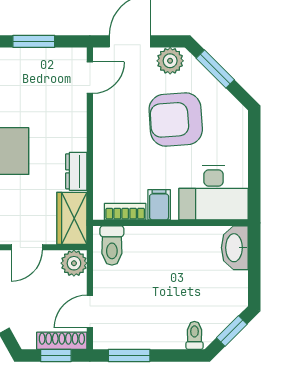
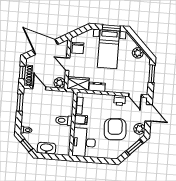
printer: (105, 114) -> (120, 100), added
toilet: (112, 245) -> (64, 120), moved
washbasin: (235, 248) -> (47, 148), moved

